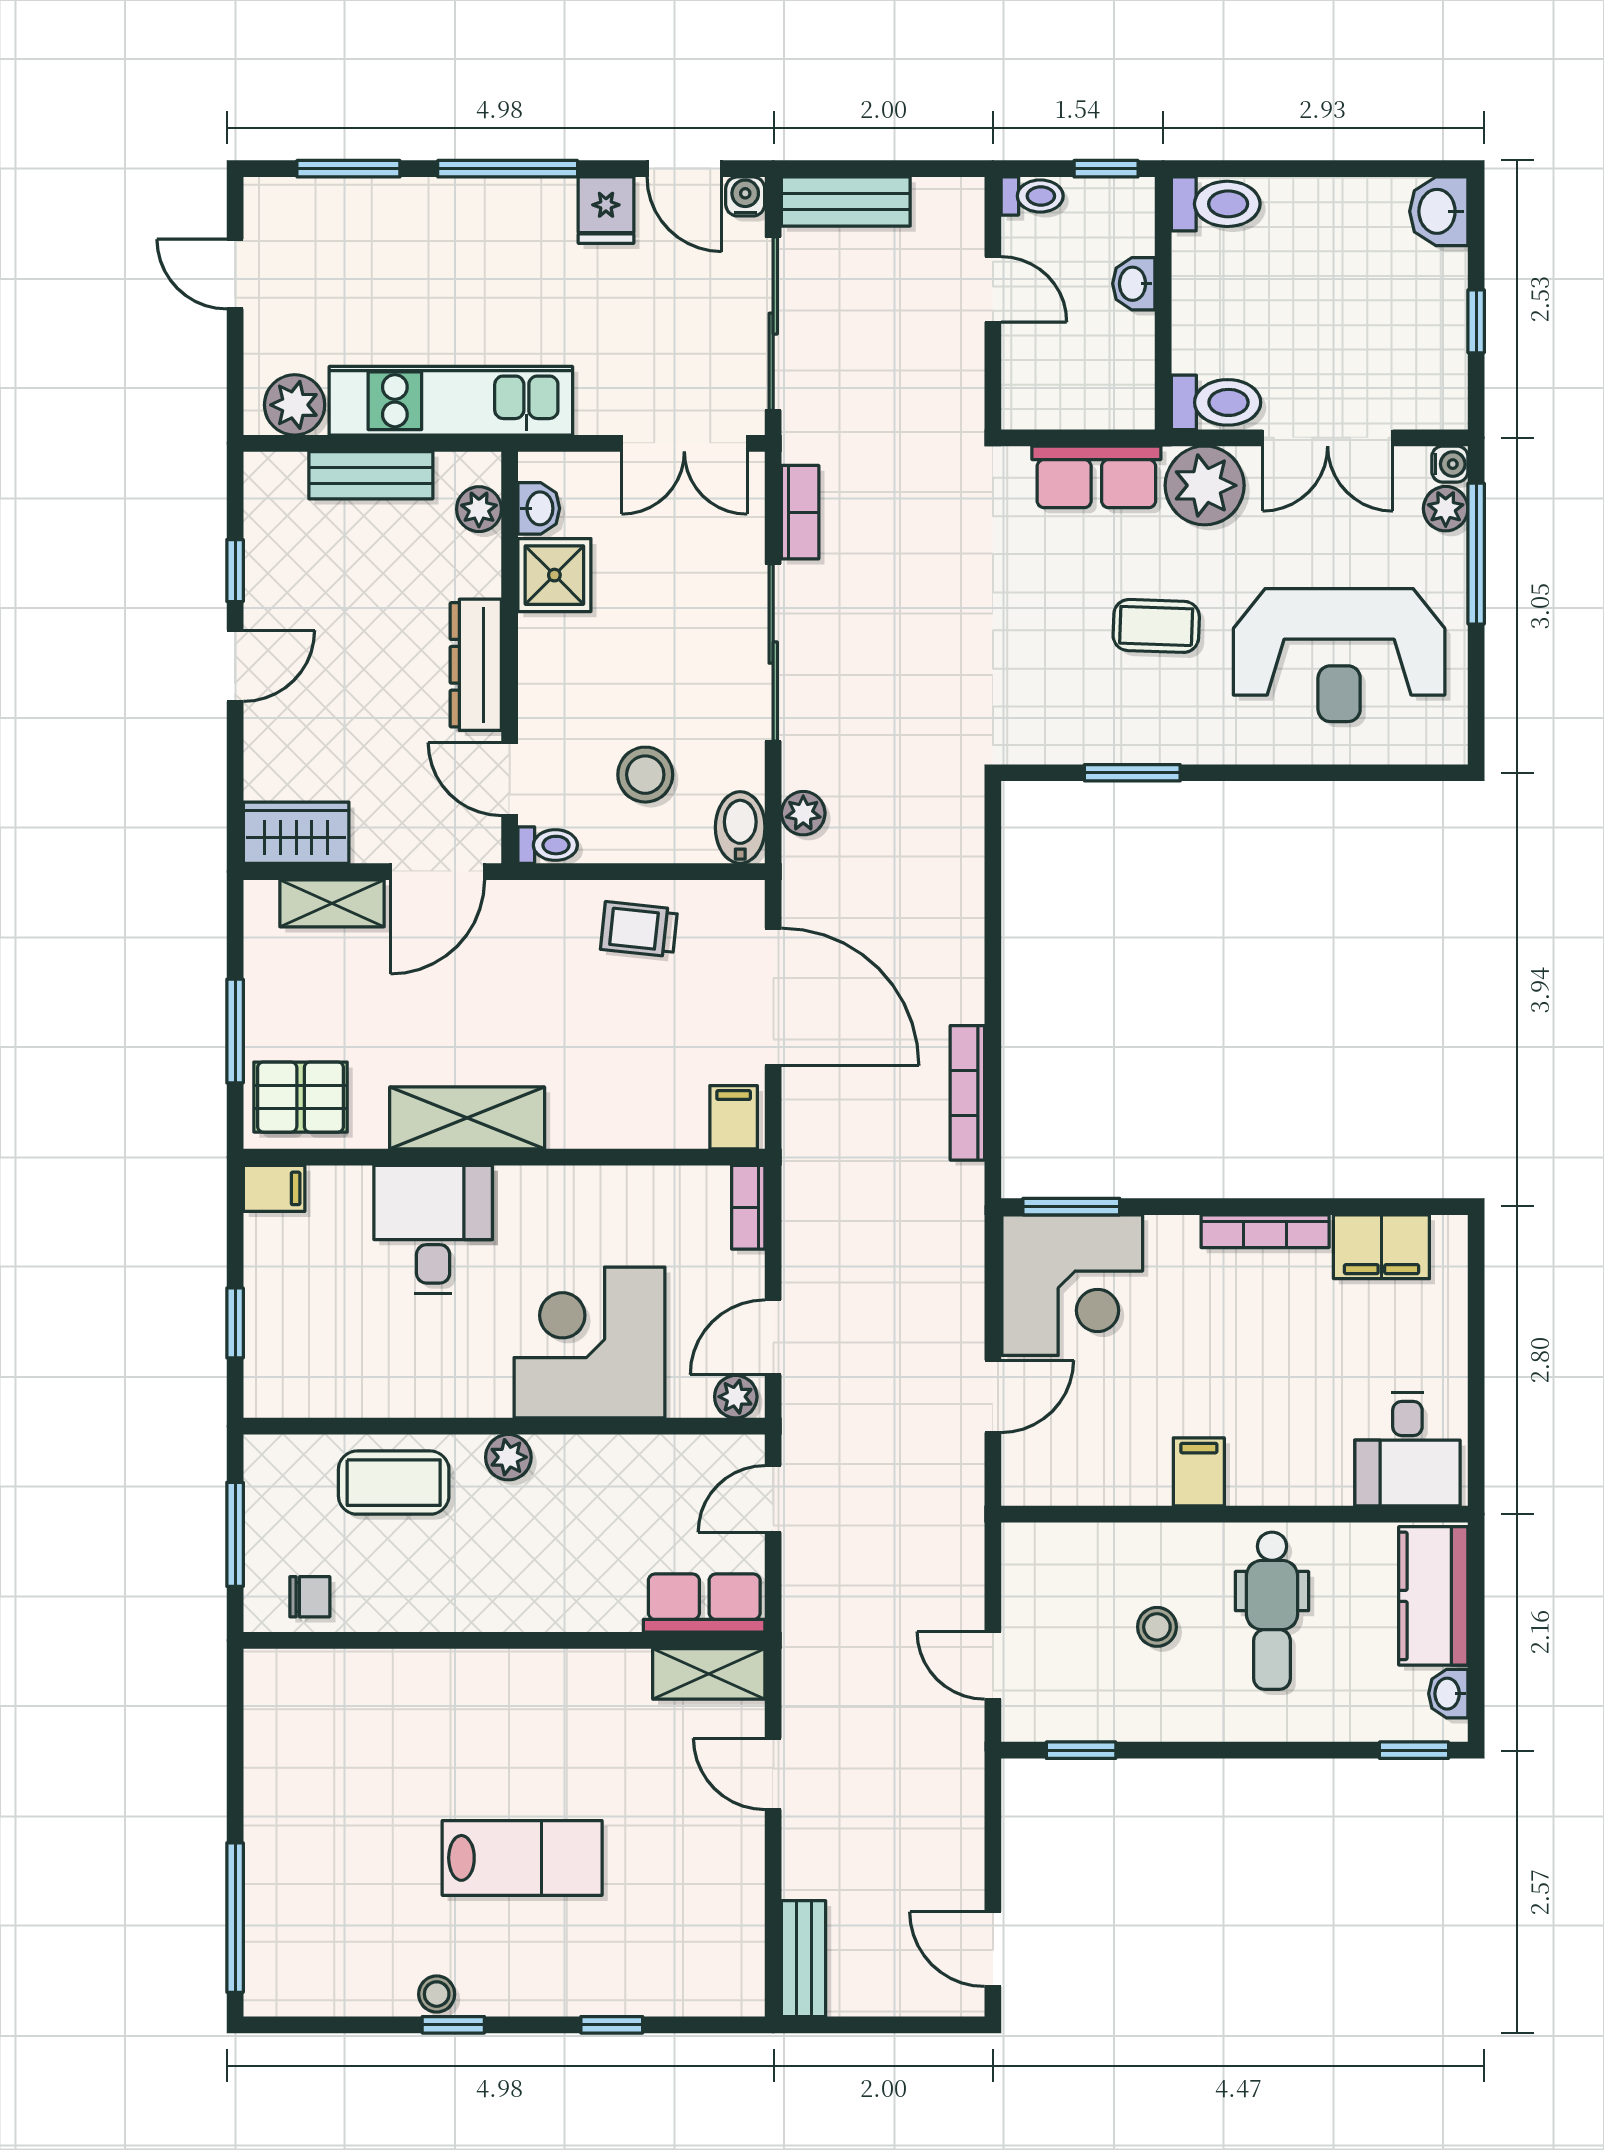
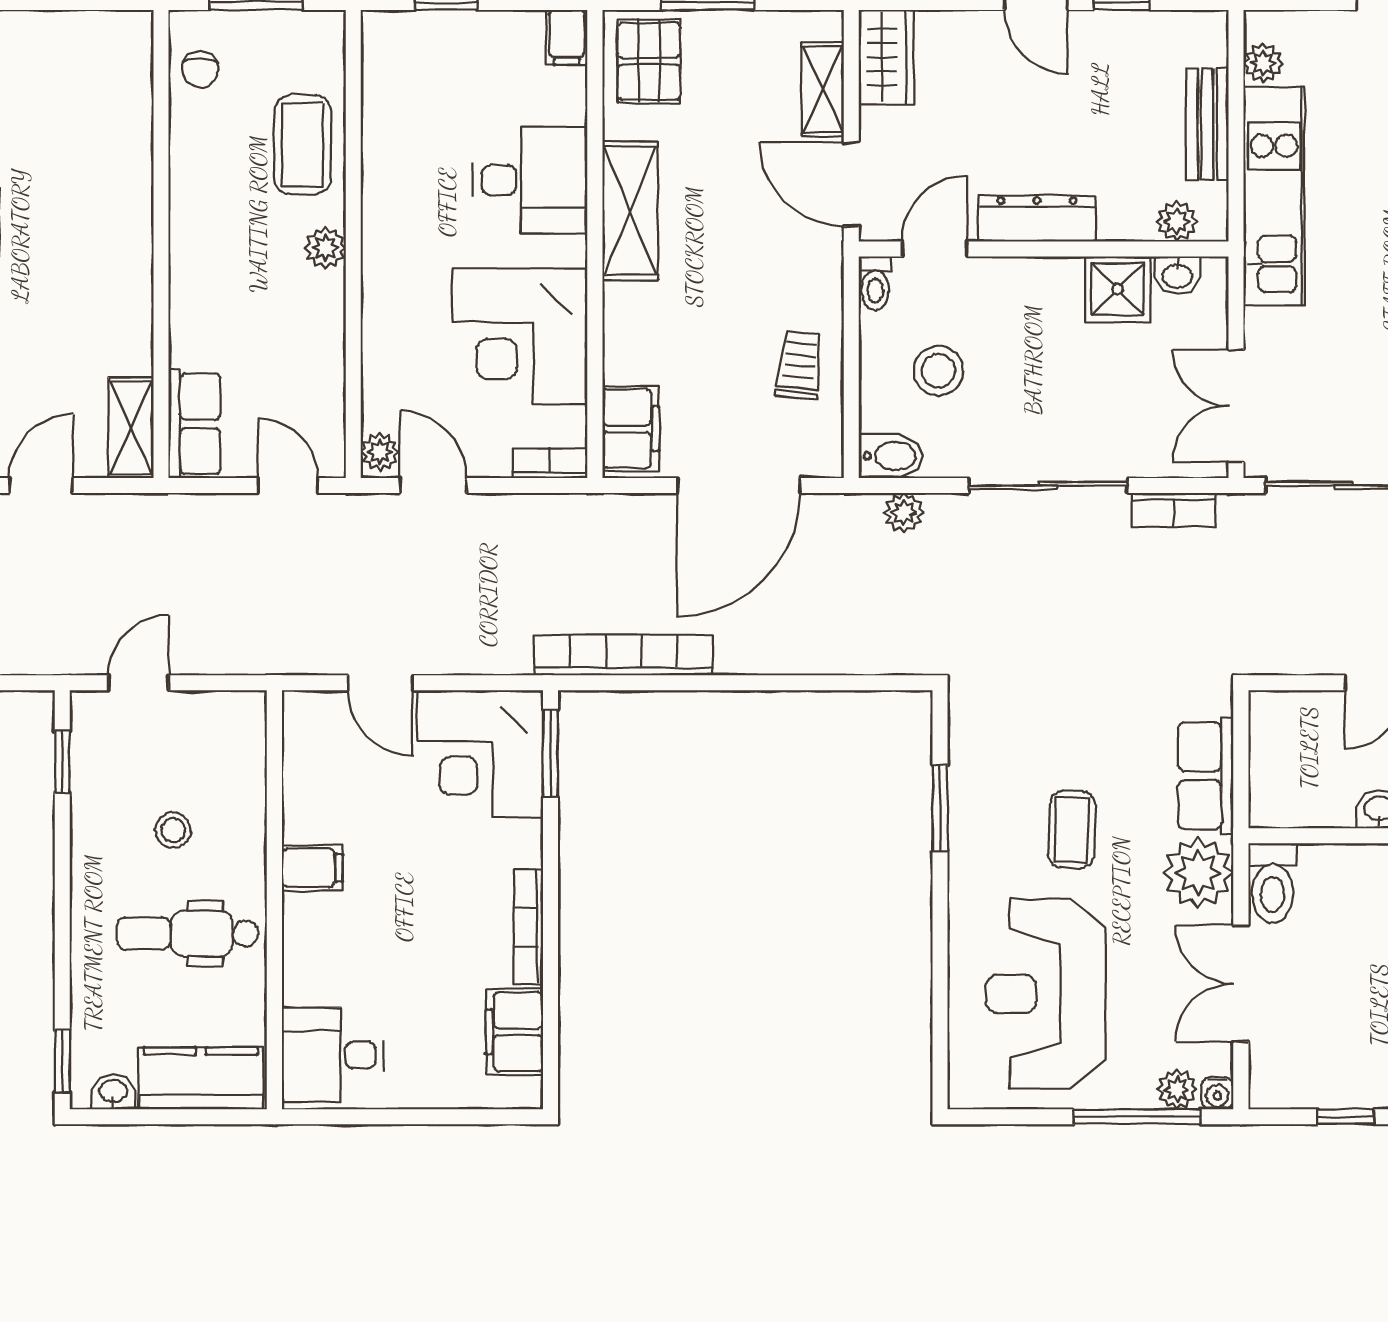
plant: (295, 405) -> (1263, 63), width x0.73, depth x0.73
bookcase: (967, 1093) -> (624, 655), width x1.48, depth x1.31
filing cabinet: (734, 1117) -> (631, 429), width x2.00
corner desk: (589, 1343) -> (520, 336), moved, turned 180

